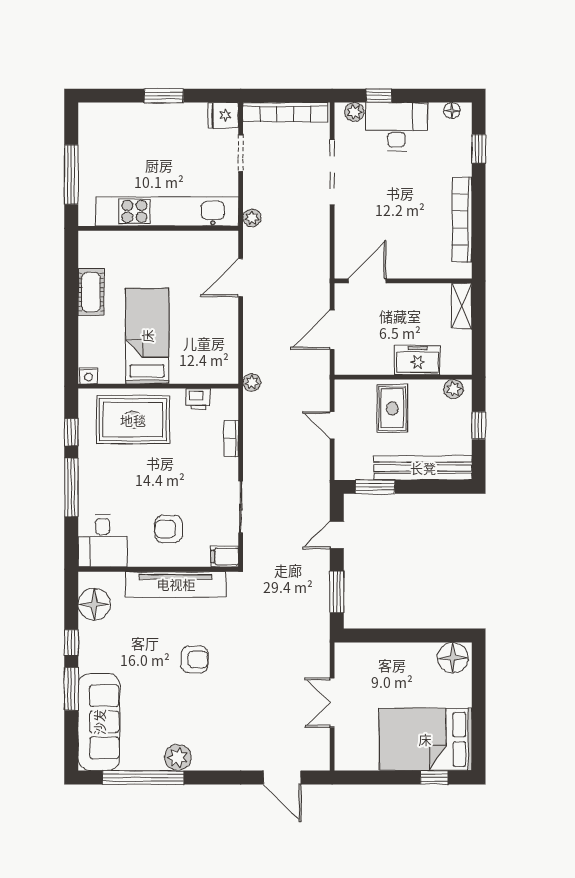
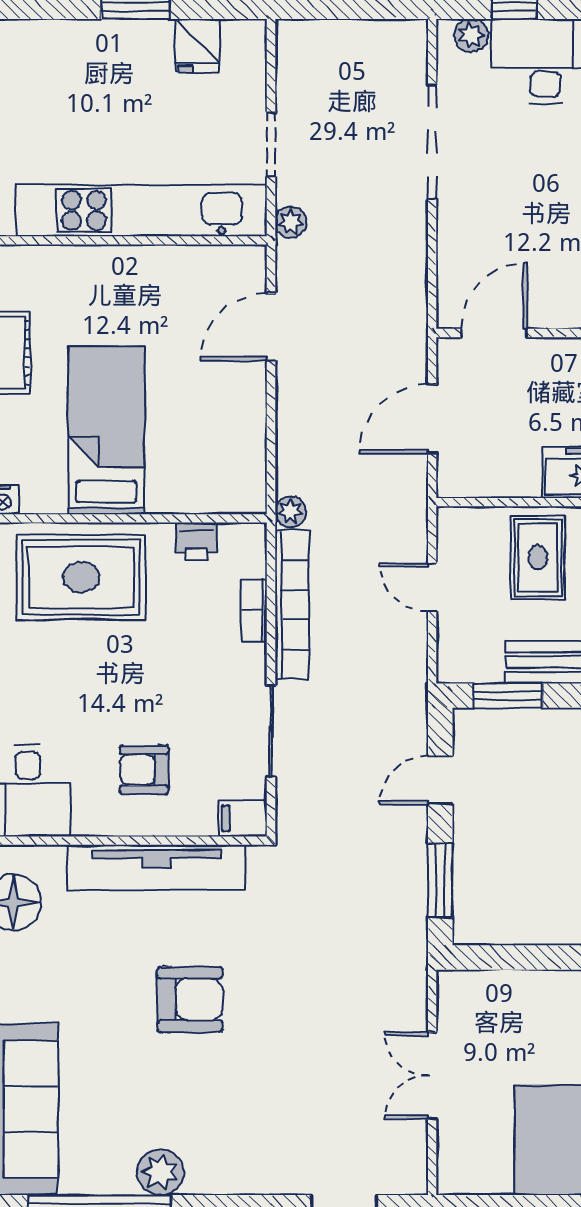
bookcase: (285, 112) -> (292, 604), moved, turned -90
fridge: (223, 115) -> (197, 45), moved, turned -90
doorway: (241, 153) -> (271, 145), moved
armchair: (195, 659) -> (190, 999), width x1.38, depth x1.38

